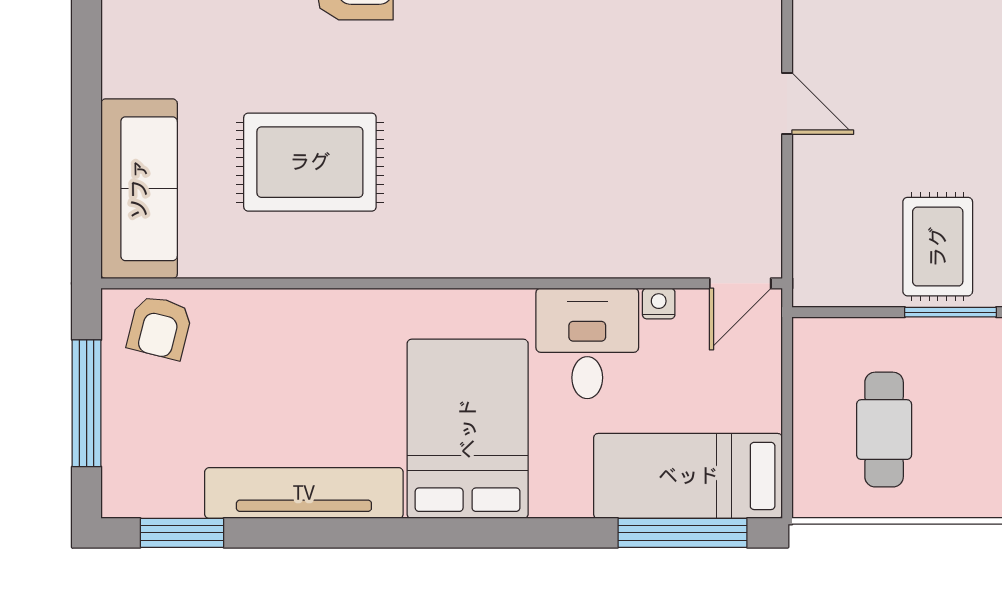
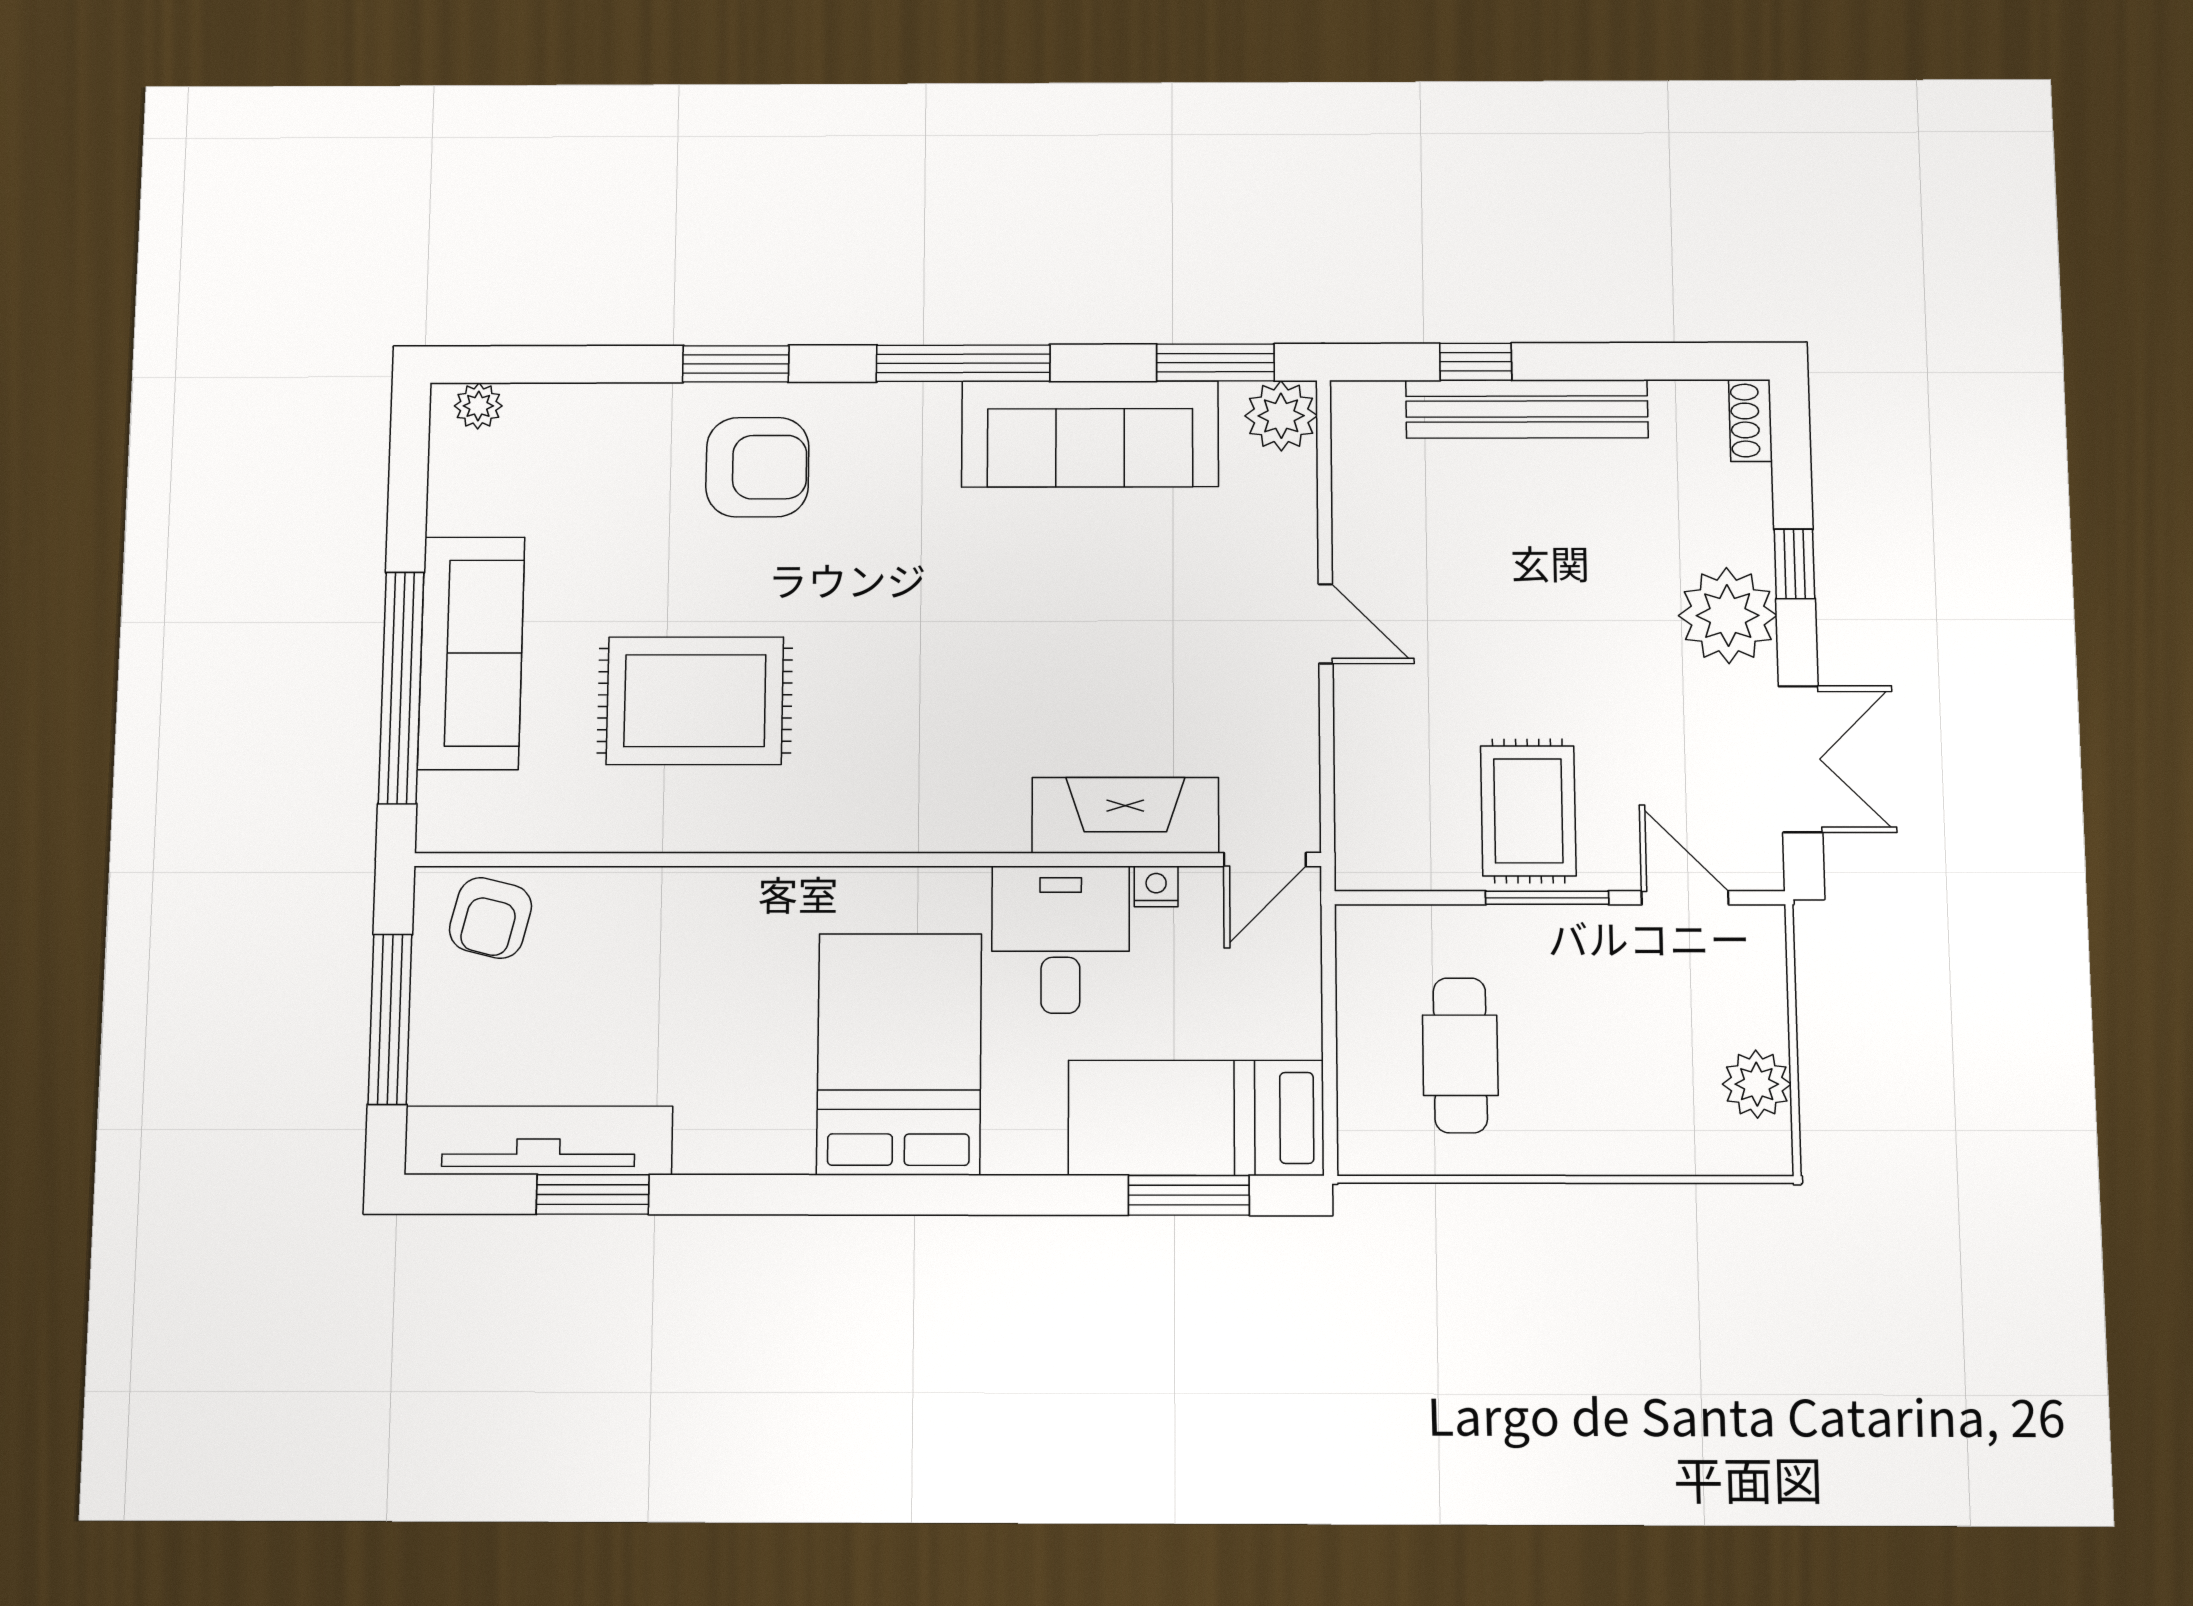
window: (87, 152) -> (401, 688), added
sofa: (139, 189) -> (471, 653), moved
fireplace: (636, 250) -> (1125, 815), added
tv unit: (304, 493) -> (539, 1140), moved
window: (182, 533) -> (593, 1194), moved
window: (683, 533) -> (1189, 1195), width x0.69

